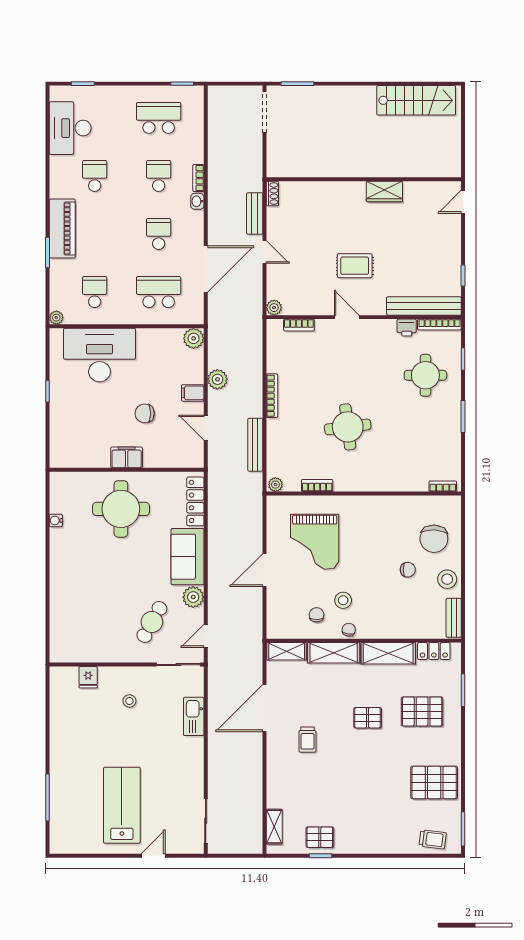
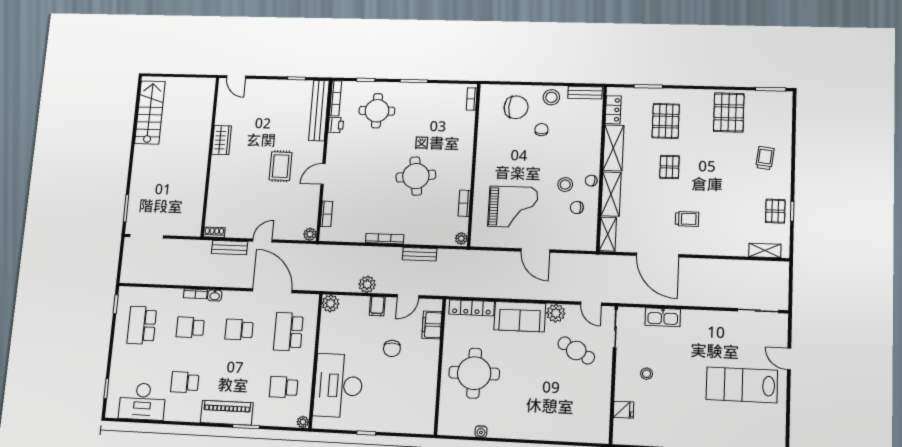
bench: (255, 445) -> (420, 254), width x0.73
filing cabinet: (127, 457) -> (432, 325), moved
trolley: (433, 839) -> (765, 158), moved

